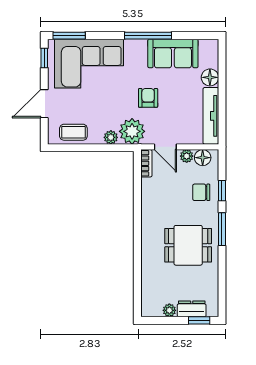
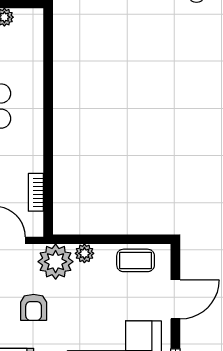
bookcase: (146, 163) -> (36, 192), moved

